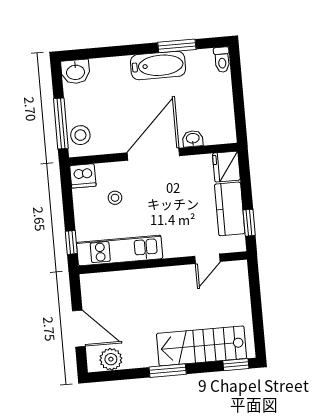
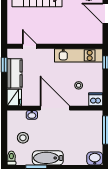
stool: (80, 135) -> (23, 138), moved
door: (153, 154) -> (55, 108), swing flipped
door: (207, 259) -> (29, 46), hinge flipped

